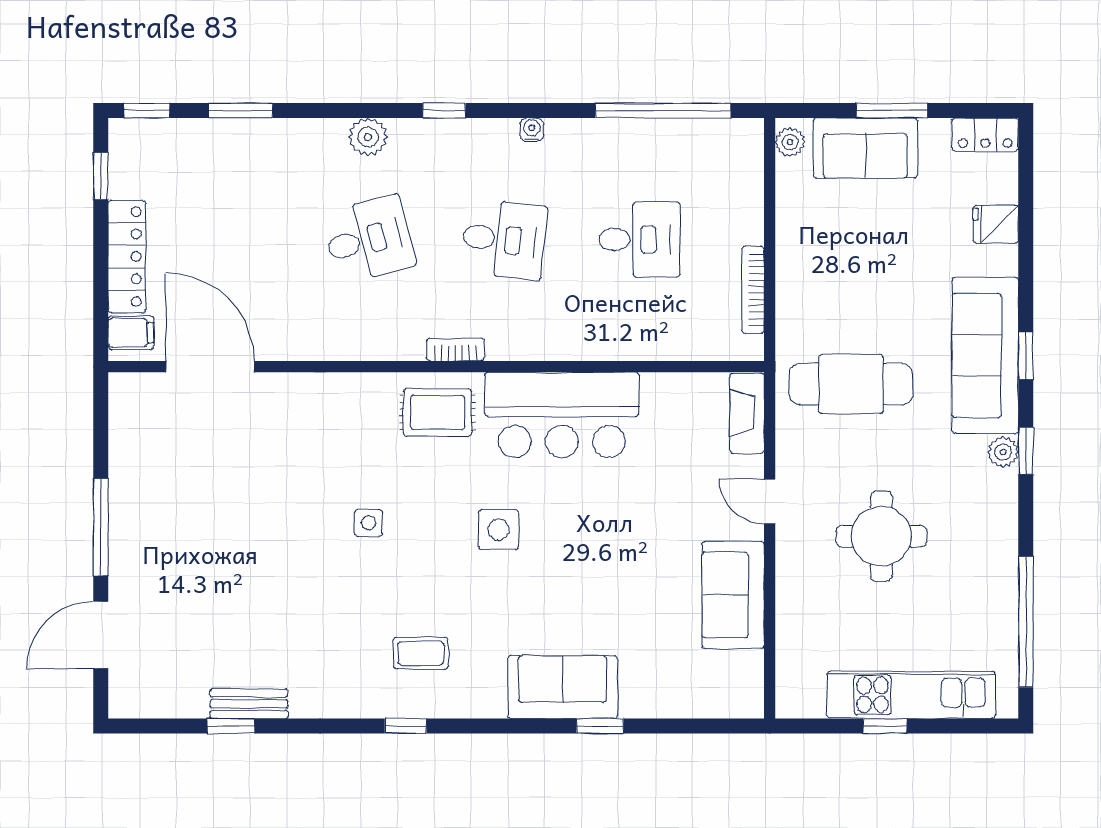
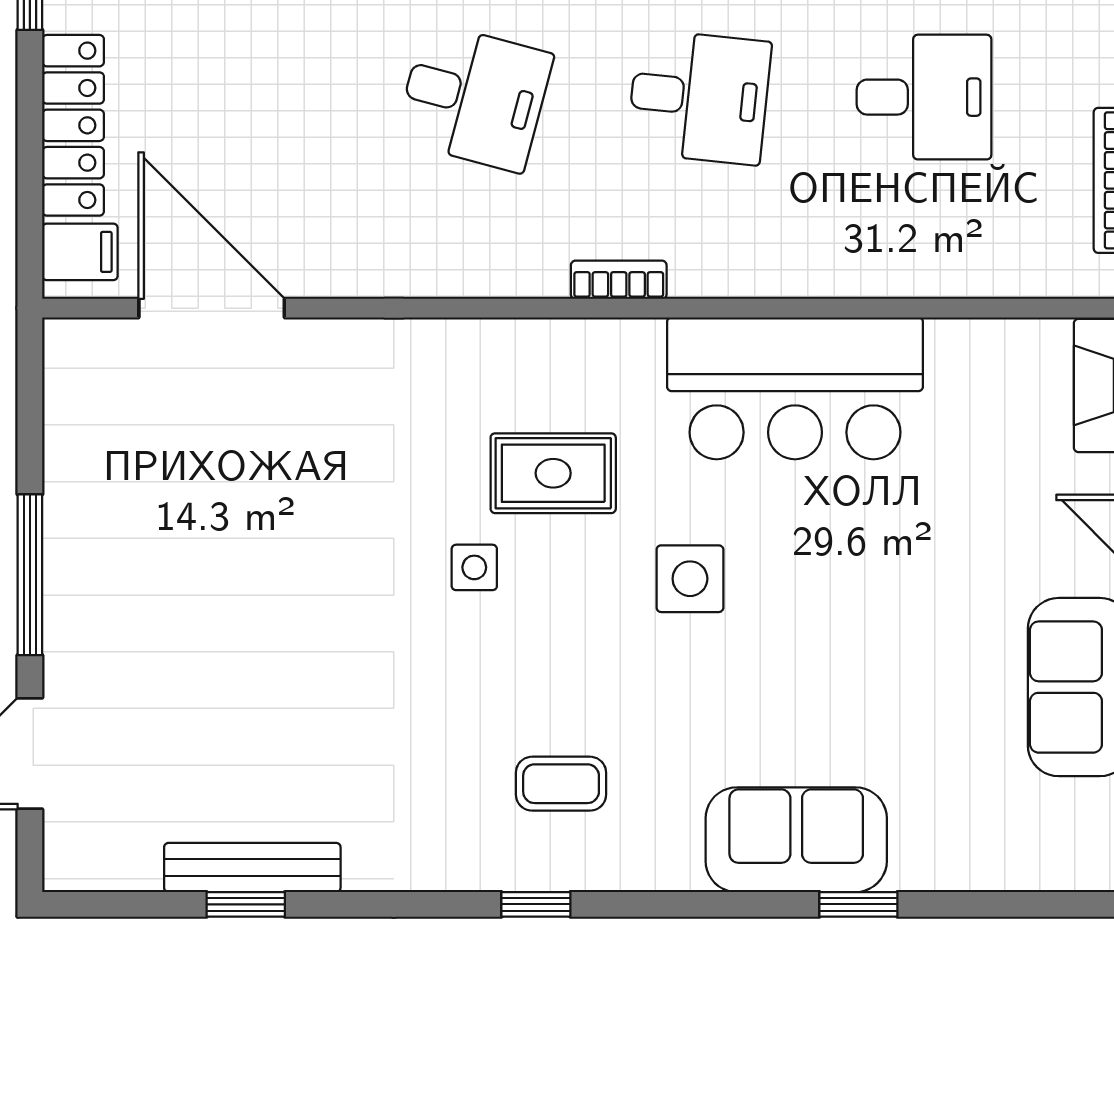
desk: (368, 239) -> (474, 97), turned 30
rug: (437, 412) -> (553, 473), moved
bench: (249, 704) -> (252, 867), width x1.36

